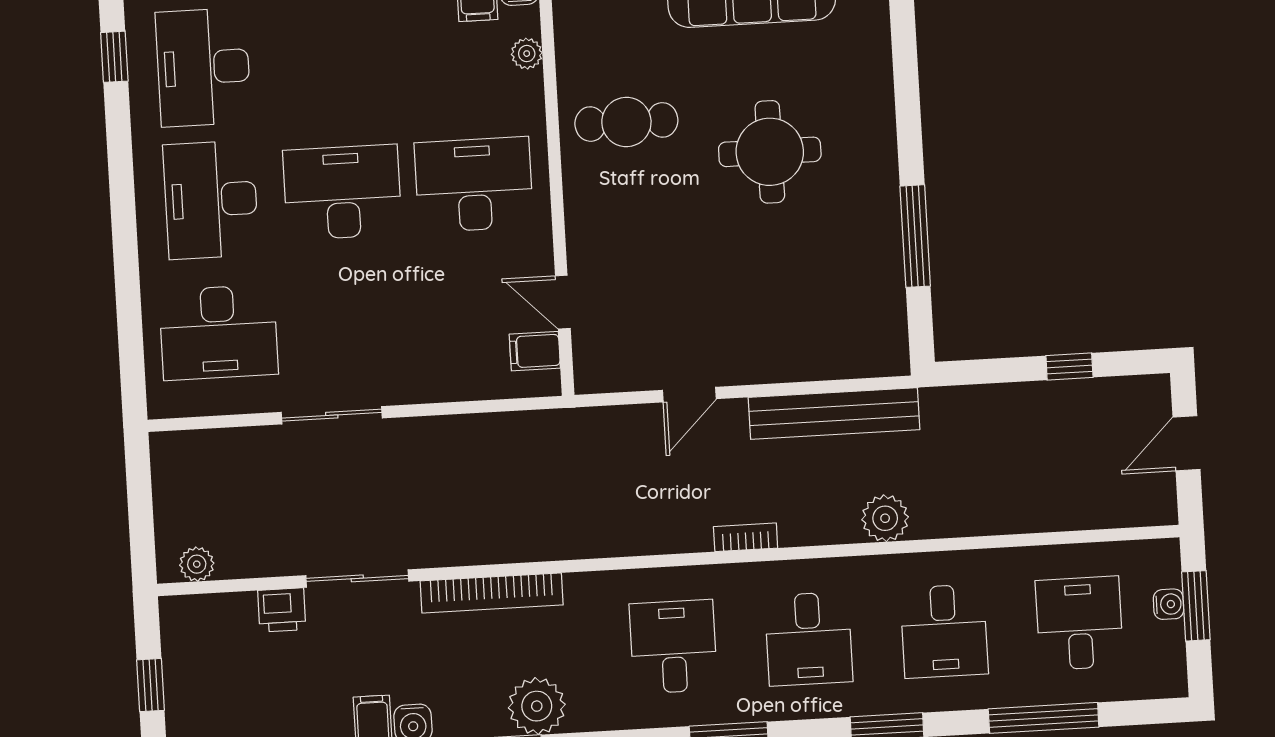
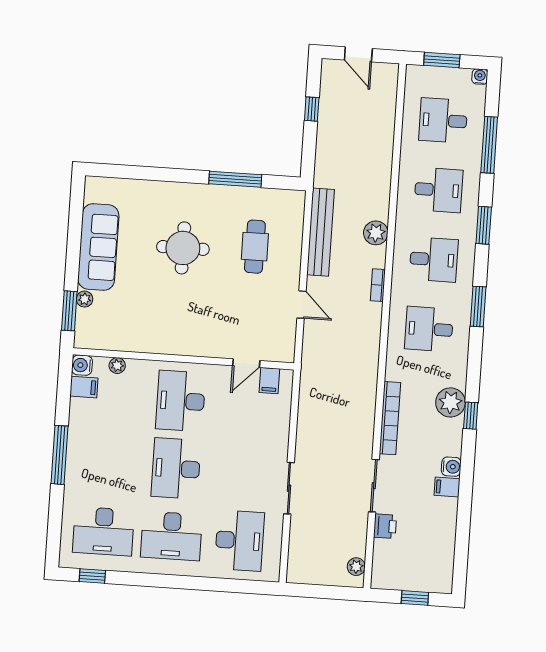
cafe table: (626, 122) -> (255, 247), moved
plant: (885, 518) -> (376, 233), moved
water cooler: (1168, 604) -> (480, 77), moved

